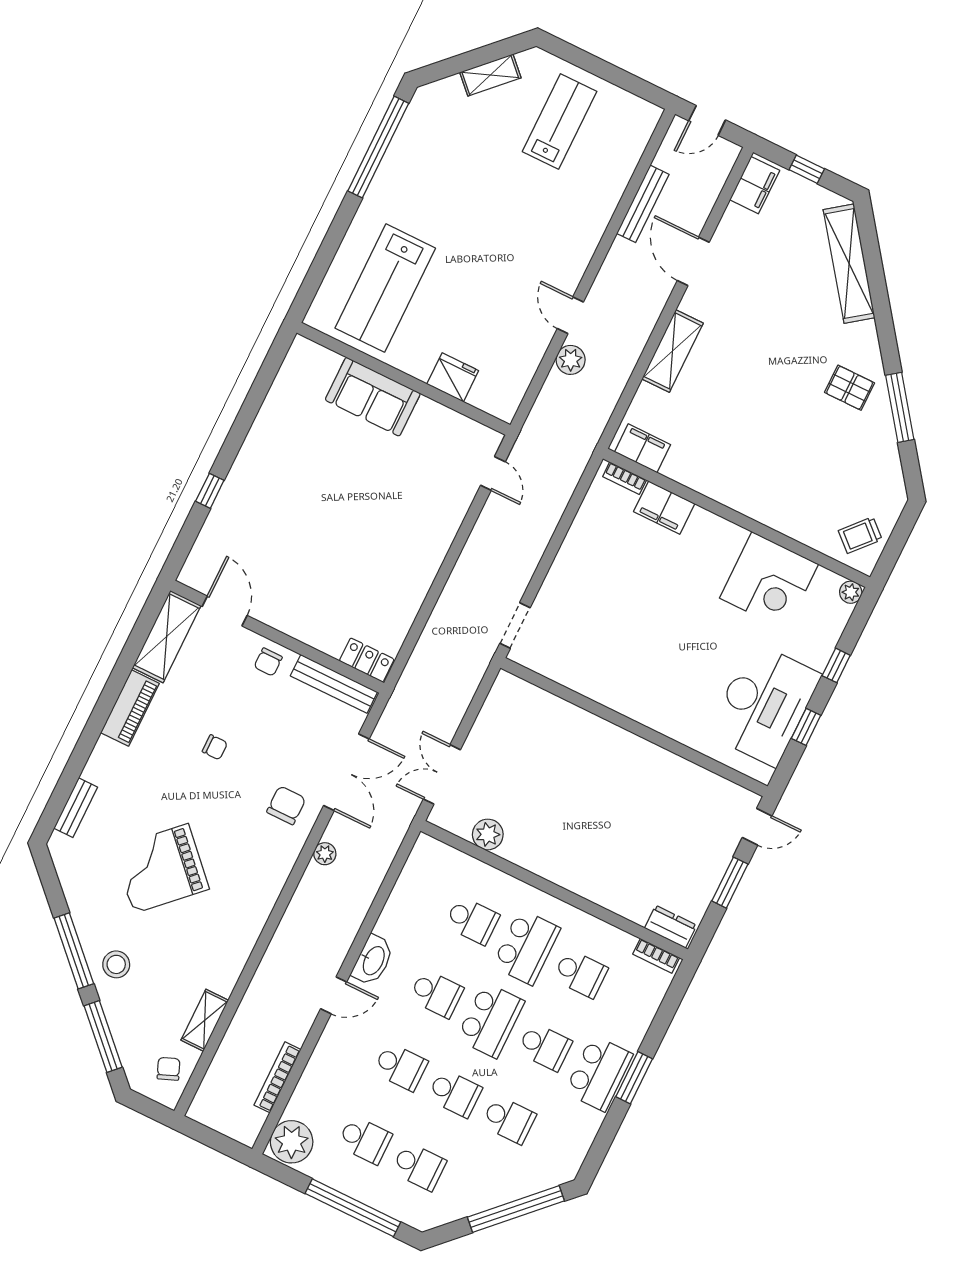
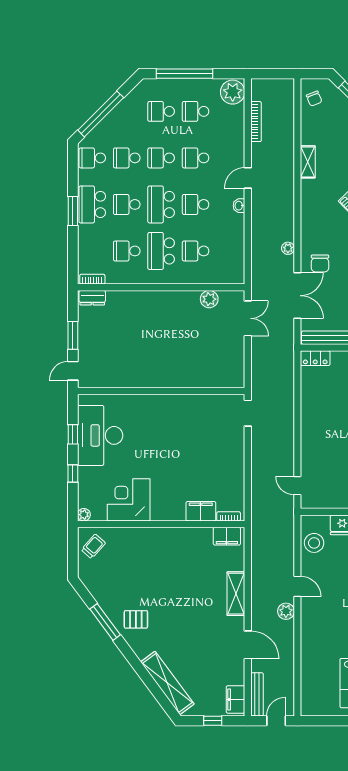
bench: (643, 204) -> (257, 694), moved
plant: (571, 360) -> (286, 611), moved
stool: (511, 371) -> (314, 543), added
double door: (346, 772) -> (297, 296), swing flipped
washbasin: (373, 960) -> (239, 206), width x0.52, depth x0.69
shelving: (205, 1020) -> (308, 162), moved
school desk: (563, 1146) -> (92, 158), added

